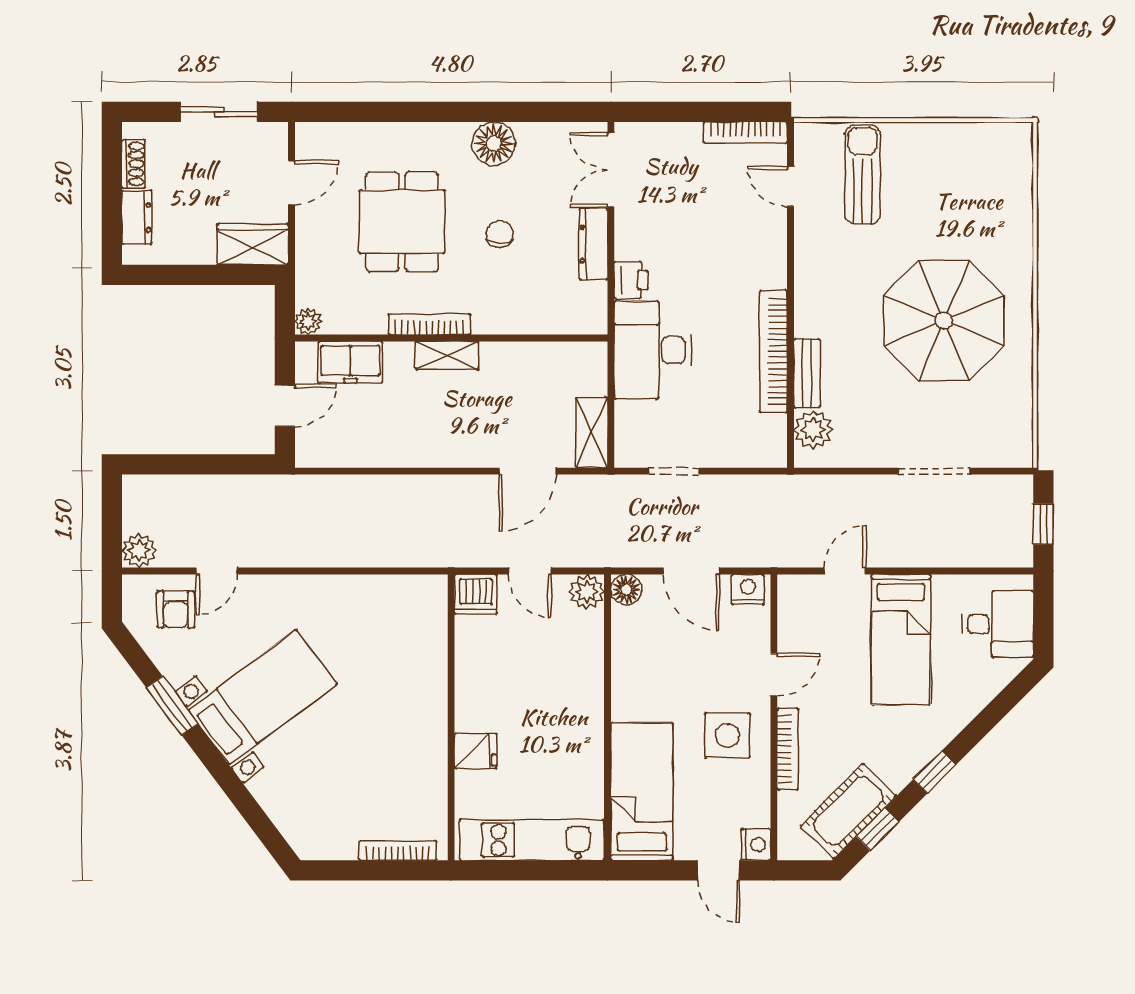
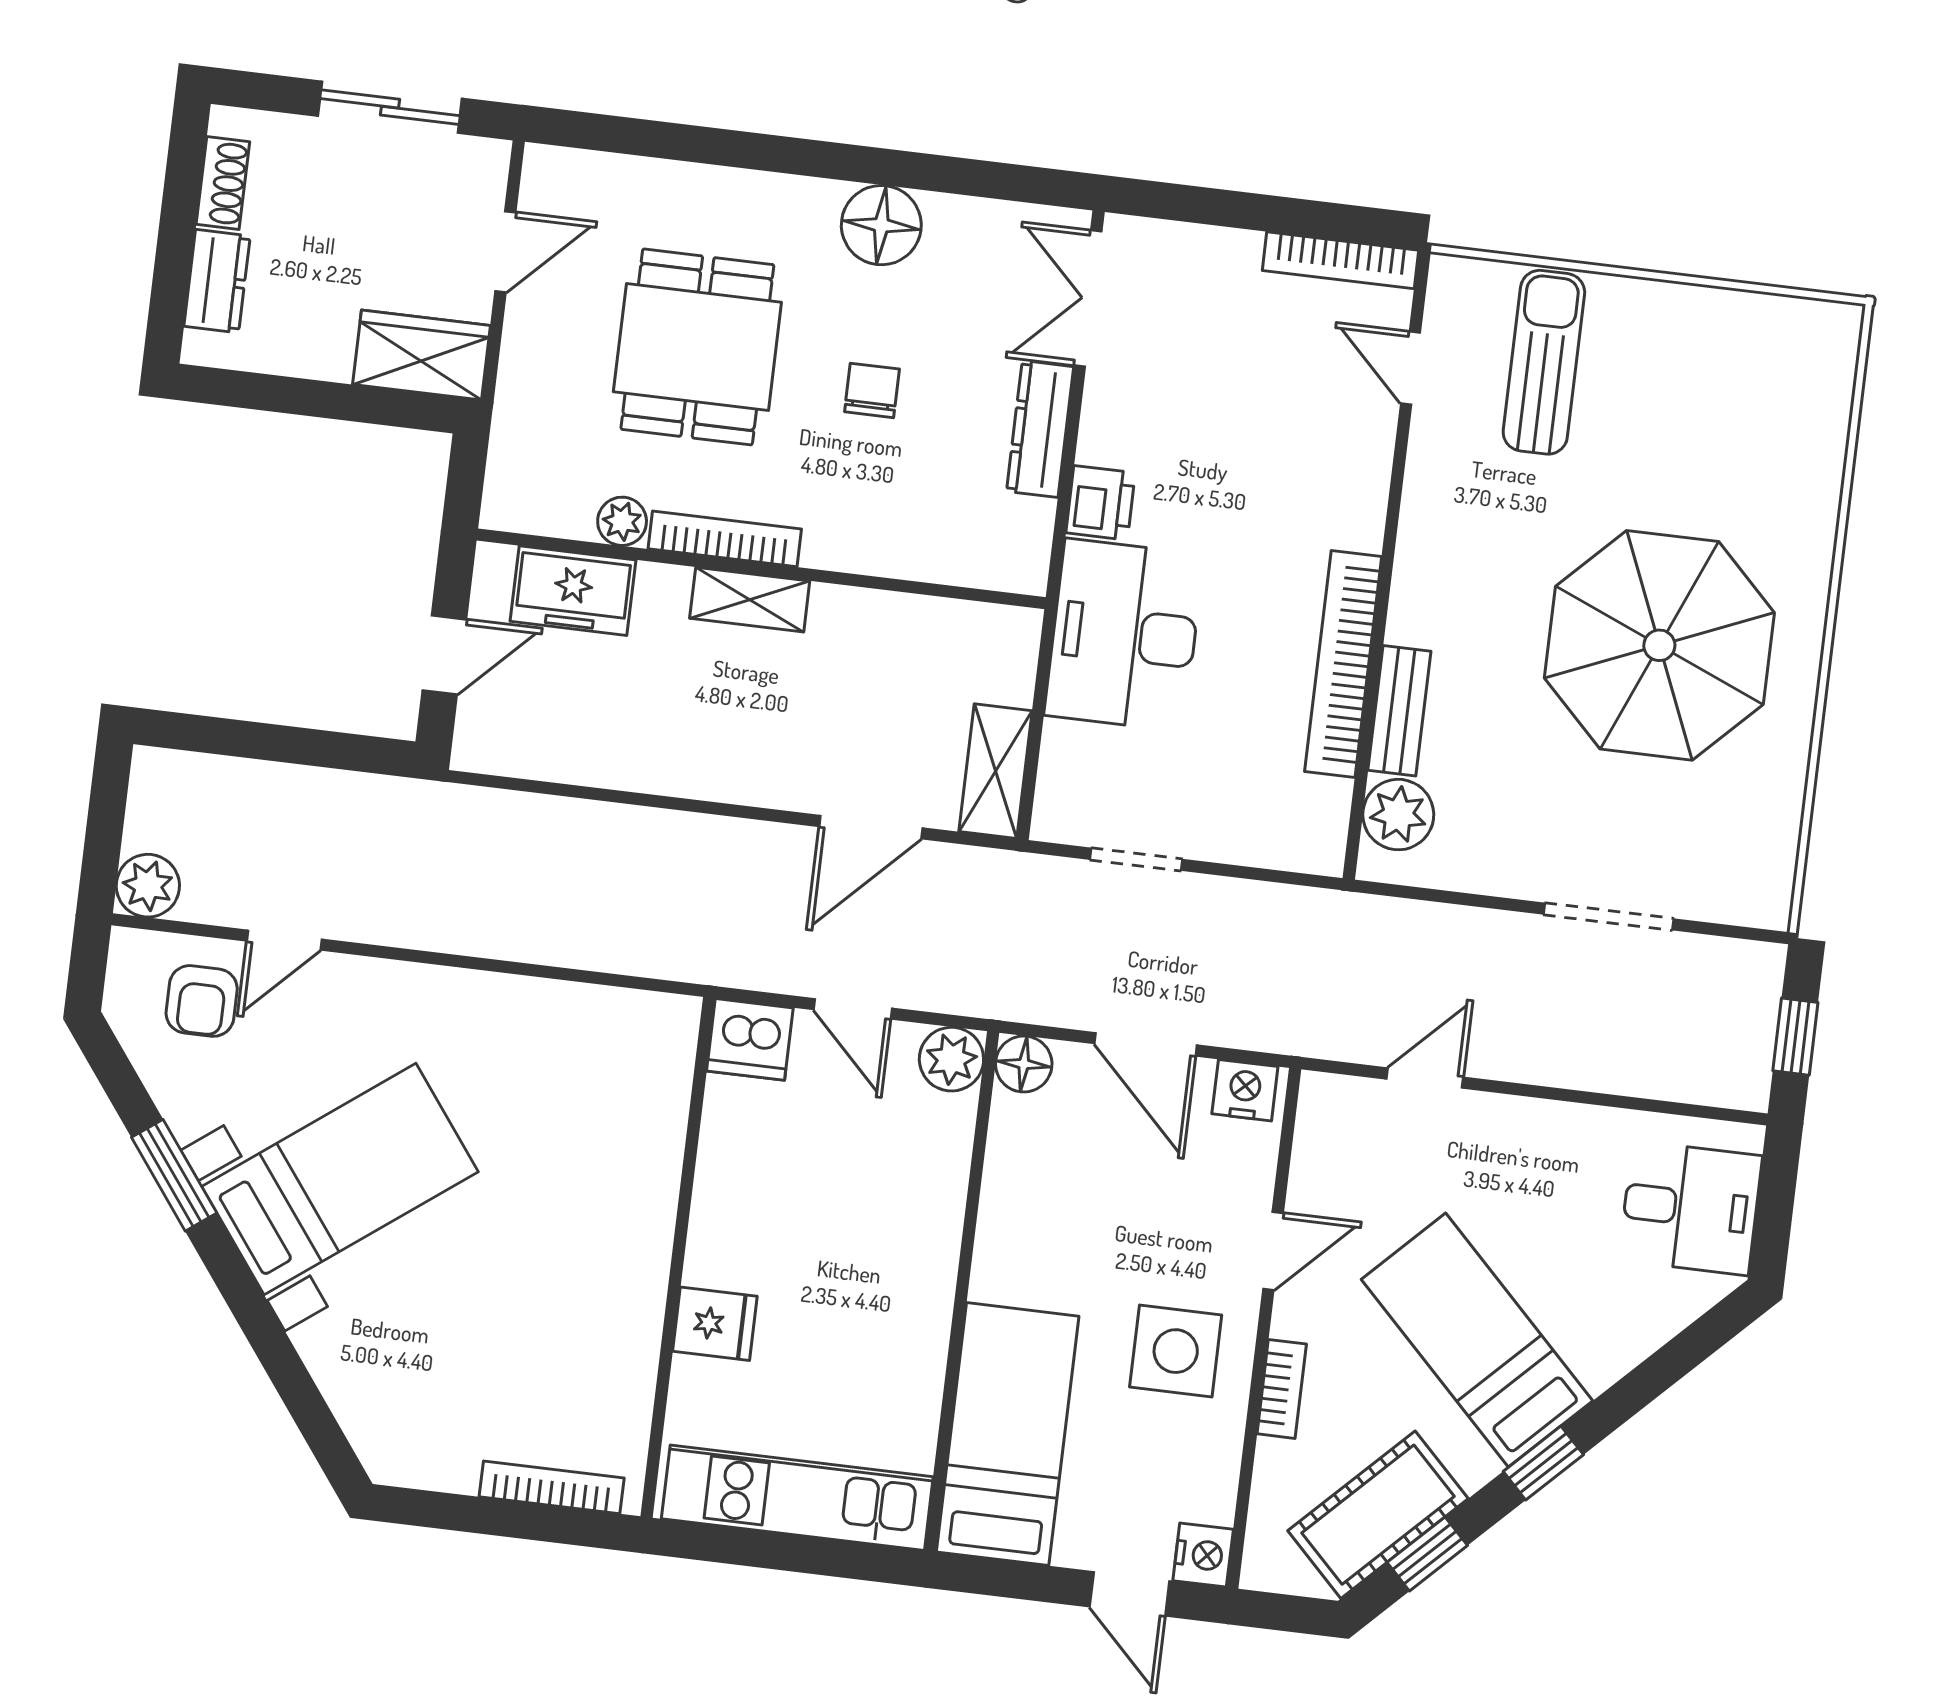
plant: (308, 321) -> (622, 521), moved
bed: (901, 640) -> (1477, 1340), moved, turned 135
bookcase: (788, 749) -> (1282, 1389), width x0.64

